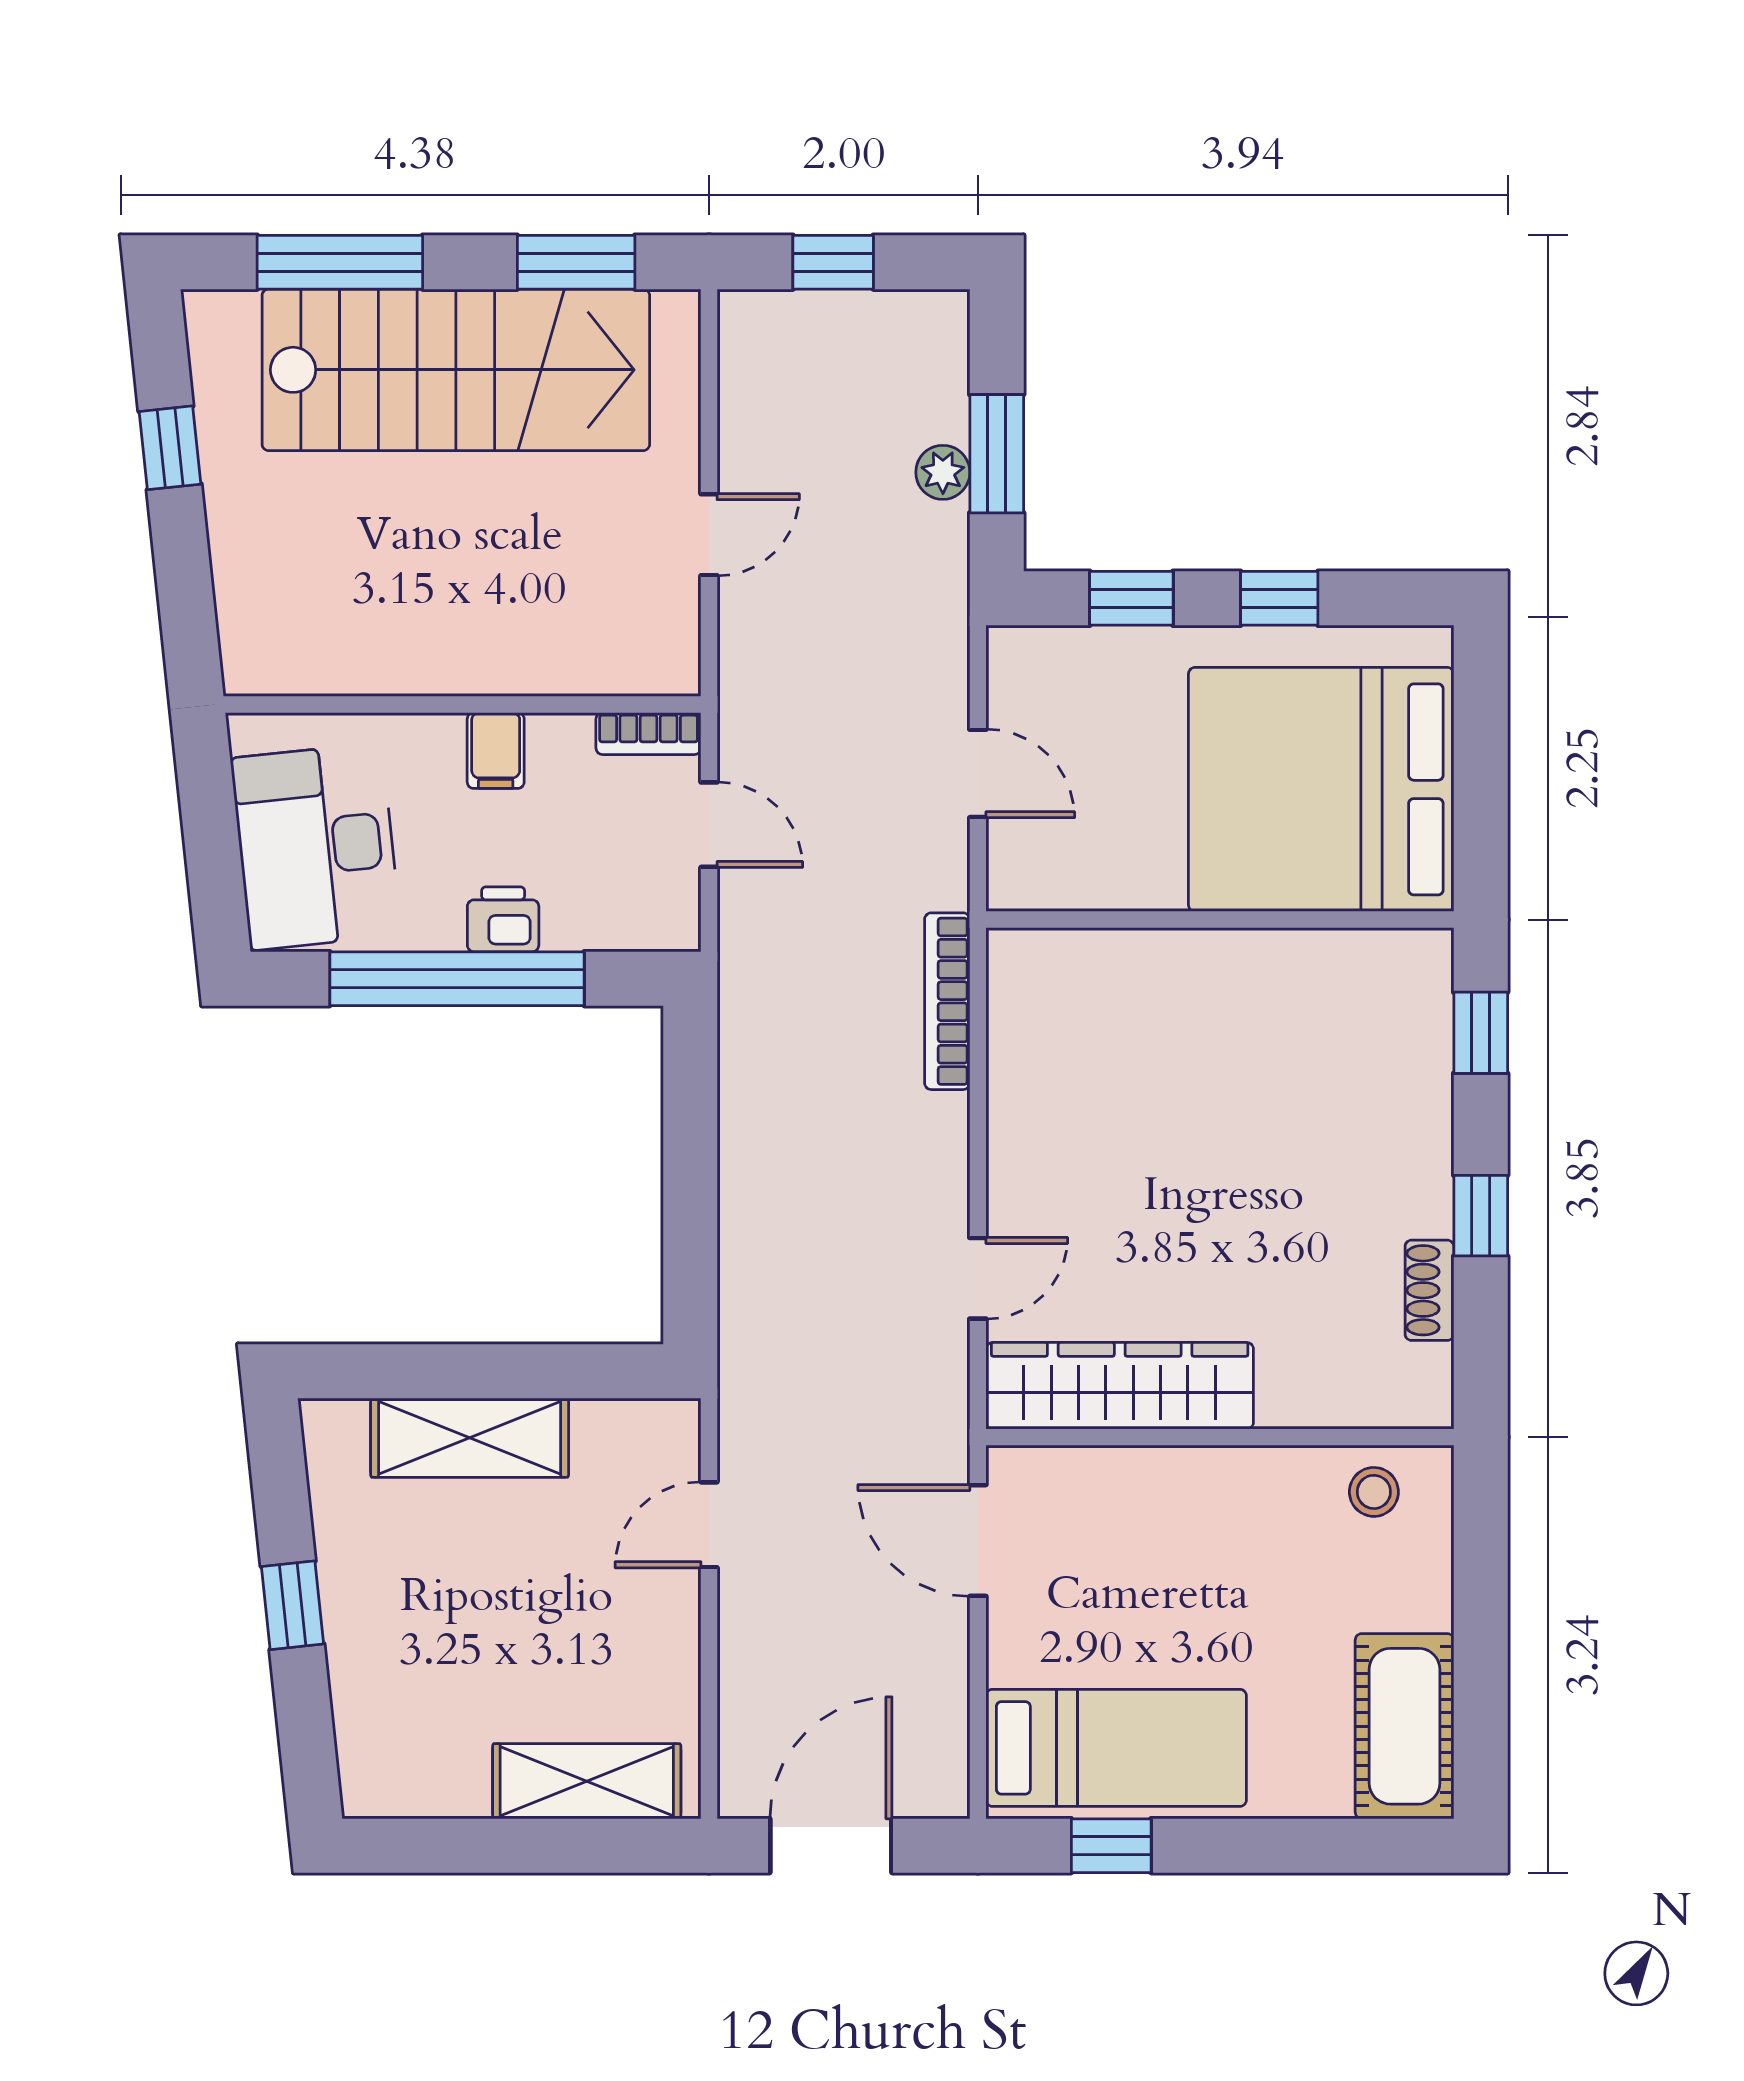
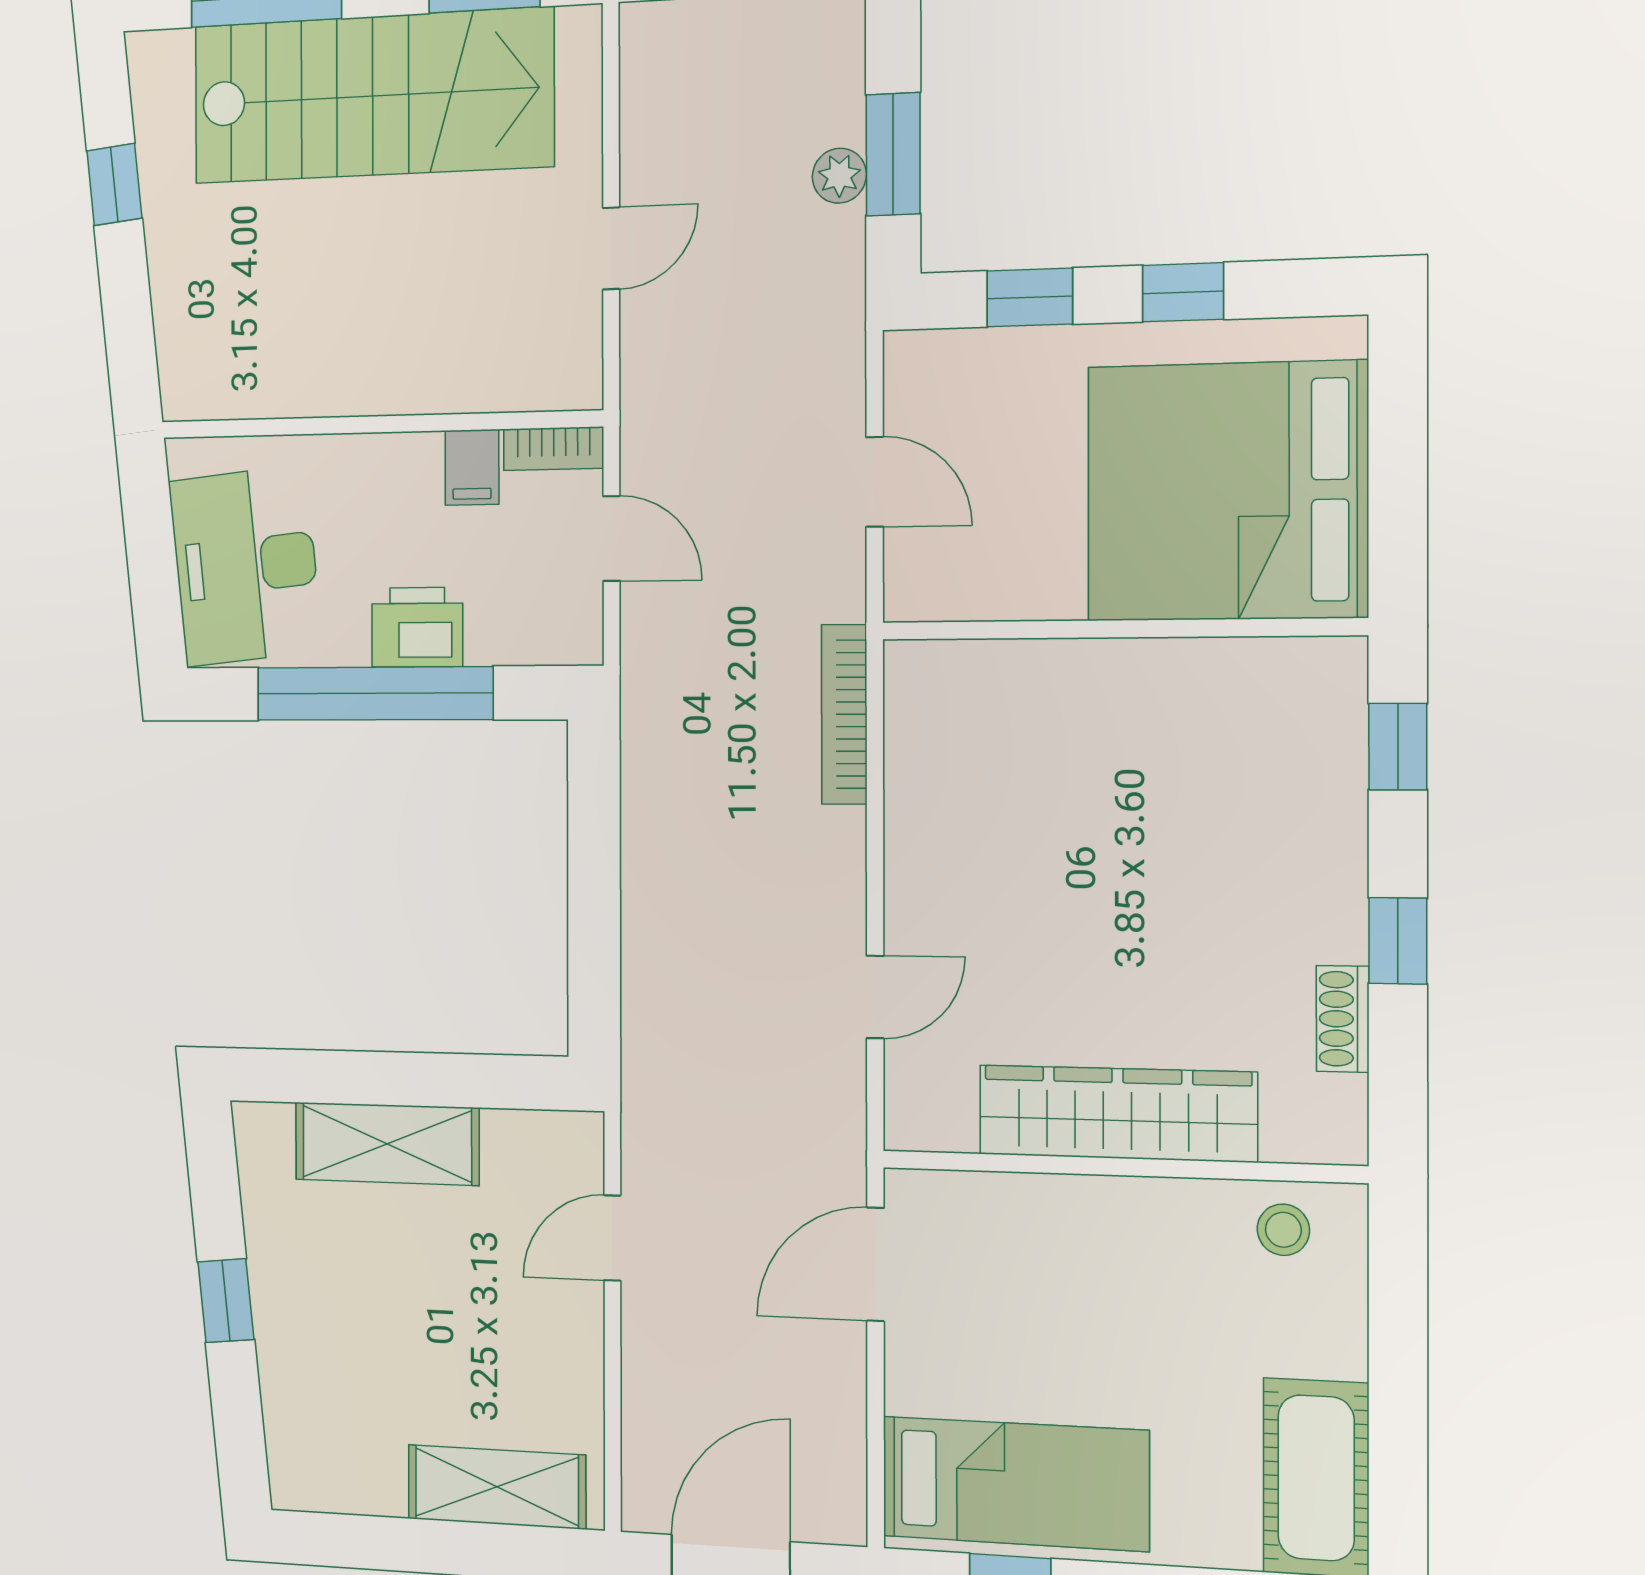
filing cabinet: (496, 751) -> (472, 467), moved
printer: (503, 919) -> (417, 627), width x1.36, depth x1.24
wardrobe: (1120, 1386) -> (1118, 1113), moved
door: (978, 1541) -> (875, 1264), hinge flipped

